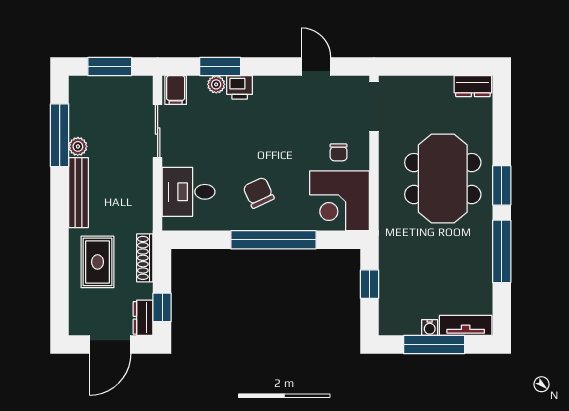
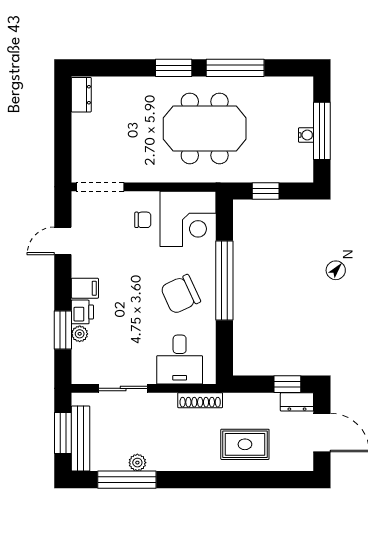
filing cabinet: (176, 90) -> (85, 288), moved
meeting table: (443, 179) -> (205, 128), moved
bench: (78, 193) -> (81, 439), moved, turned 90
chair: (259, 193) -> (180, 294), width x1.37, depth x1.37
shoe rack: (145, 258) -> (200, 400), moved
tv unit: (466, 325) -> (304, 102), removed

